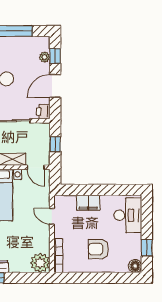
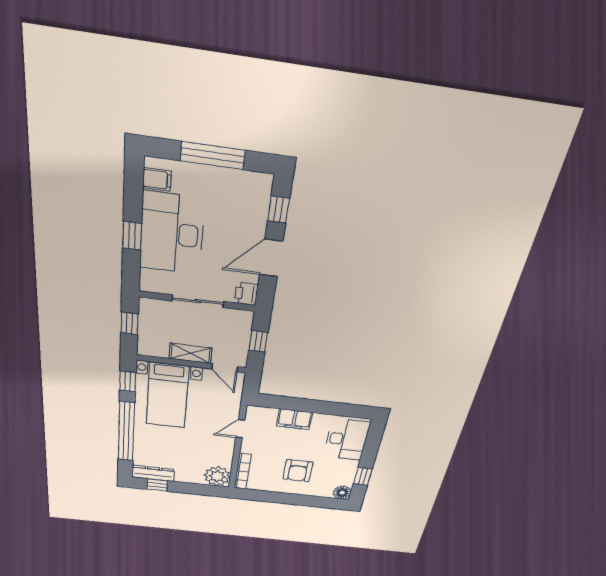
plant: (45, 57) -> (260, 209), removed
door: (52, 216) -> (240, 429), hinge flipped
armchair: (98, 249) -> (298, 471), turned -90

